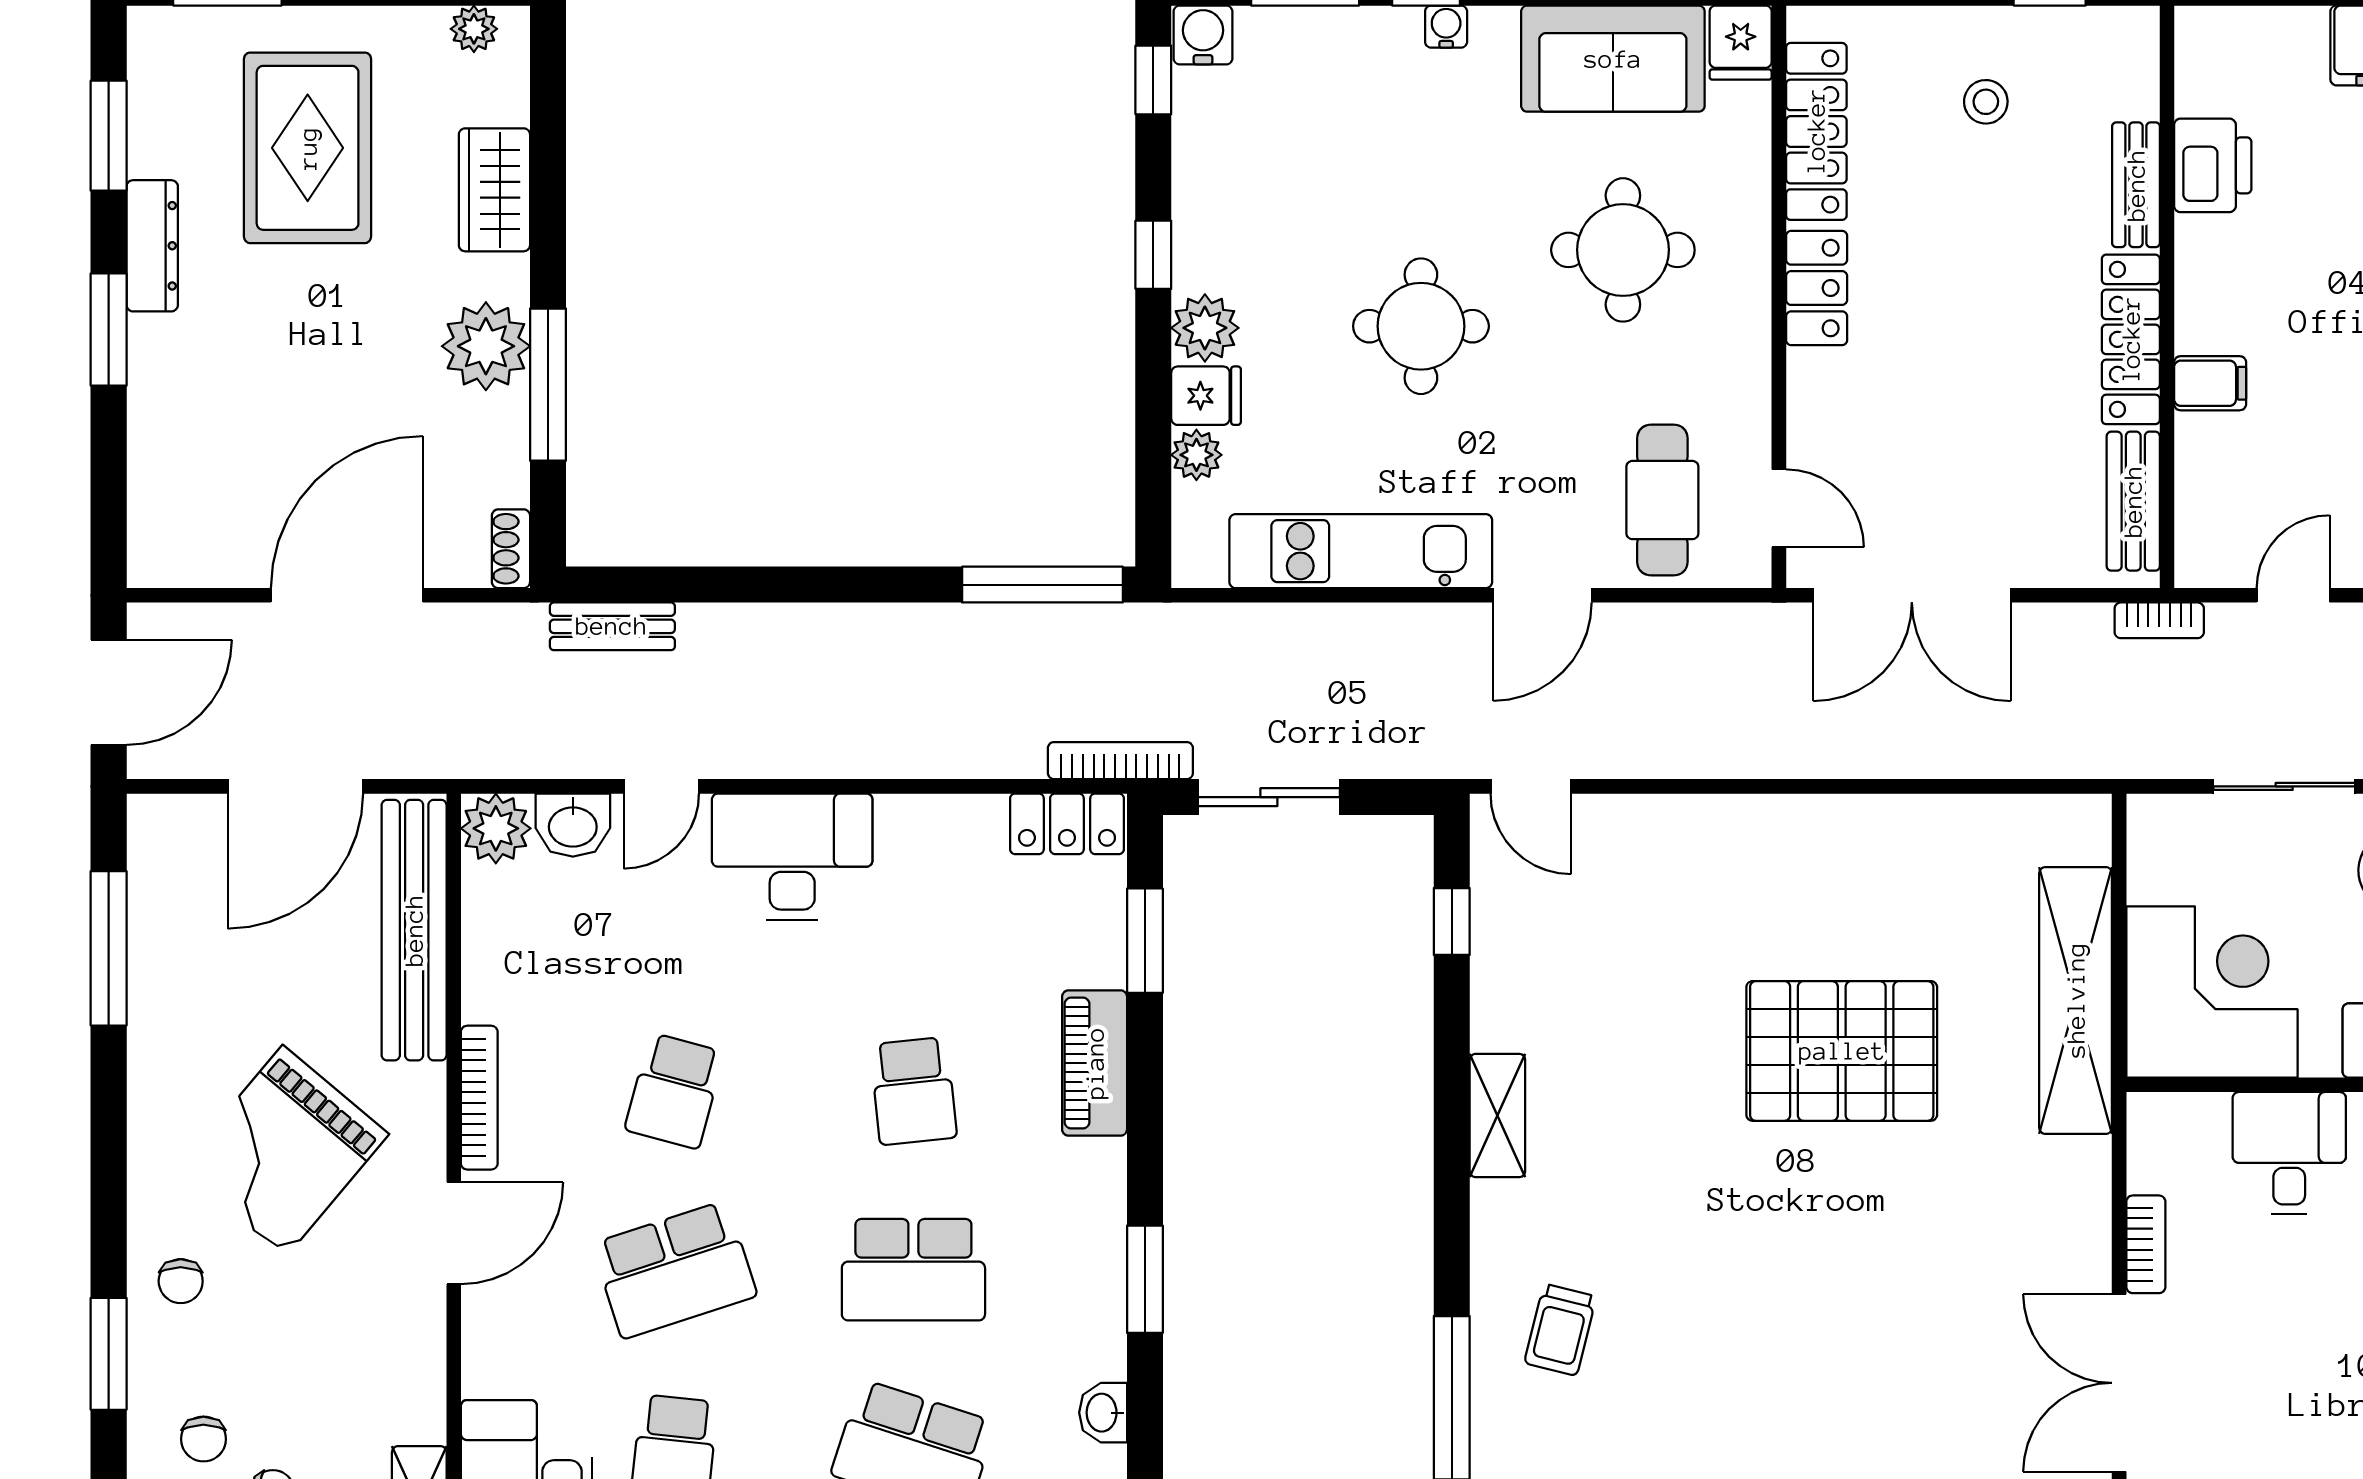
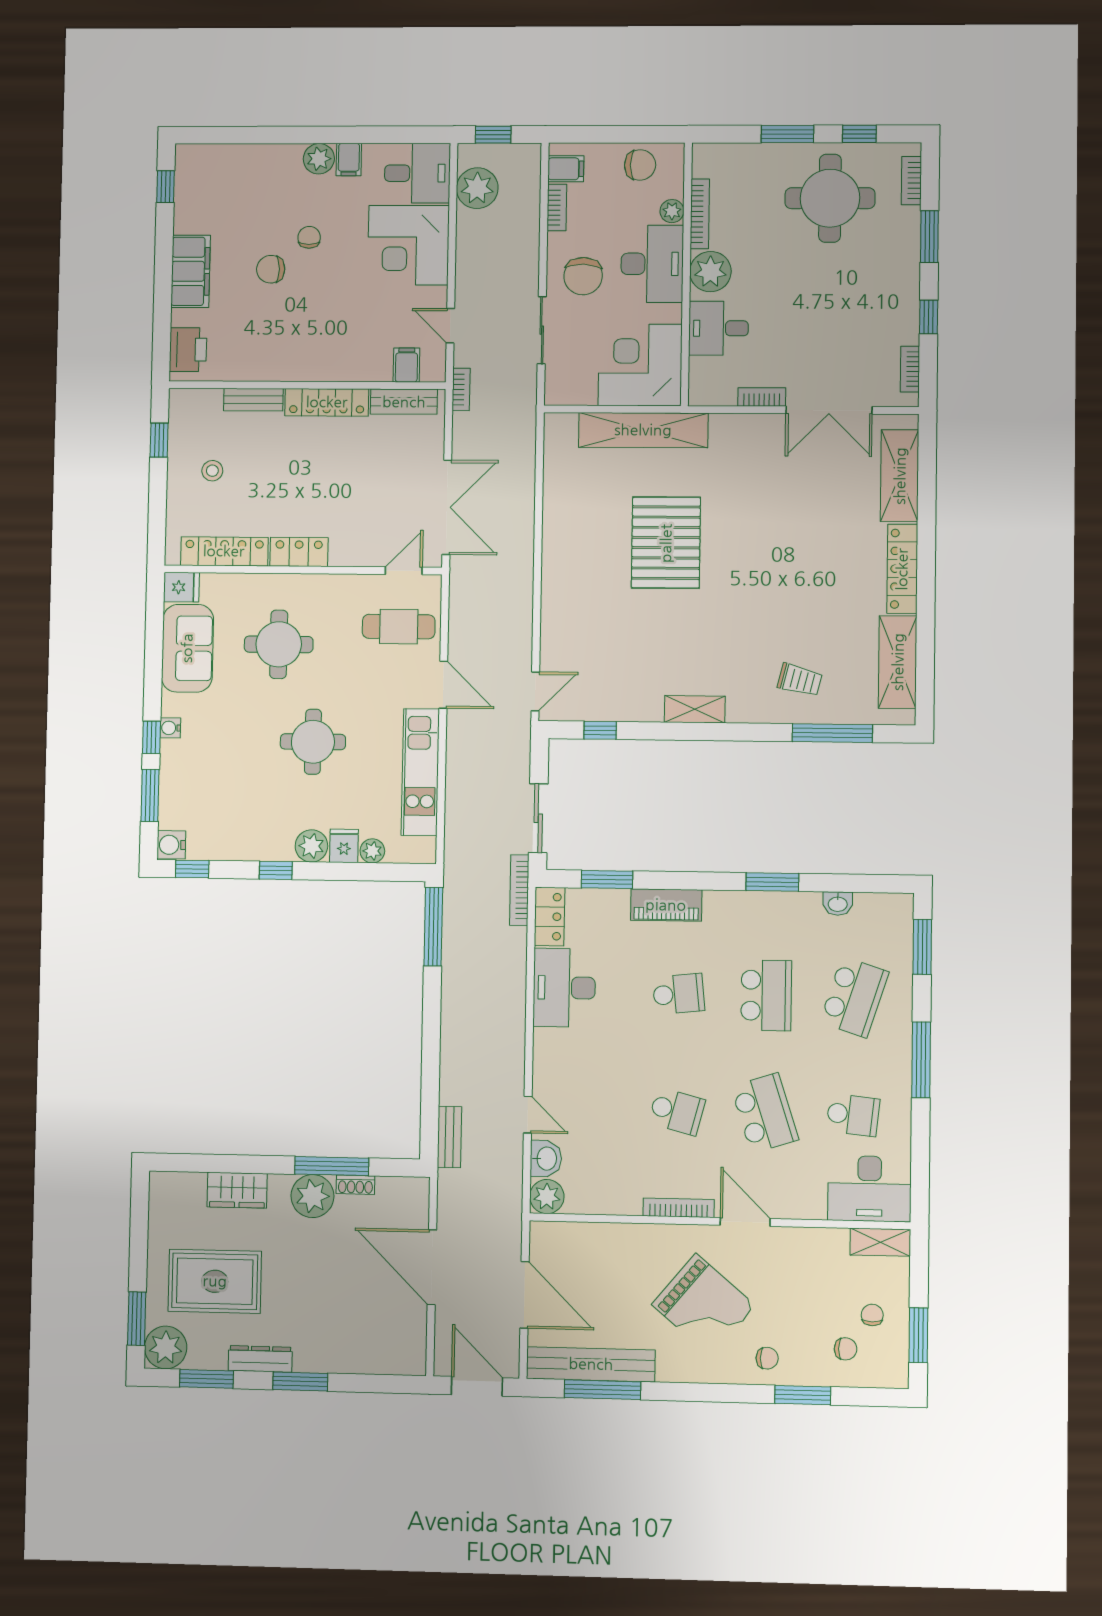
plant: (474, 29) -> (166, 1347), moved, width x1.88, depth x1.88
printer: (2213, 165) -> (188, 350), moved, turned 90
filing cabinet: (2210, 383) -> (406, 365), moved
shoe rack: (511, 549) -> (355, 1185), moved
desk: (792, 857) -> (564, 988), moved
bench: (414, 930) -> (591, 1364), moved

